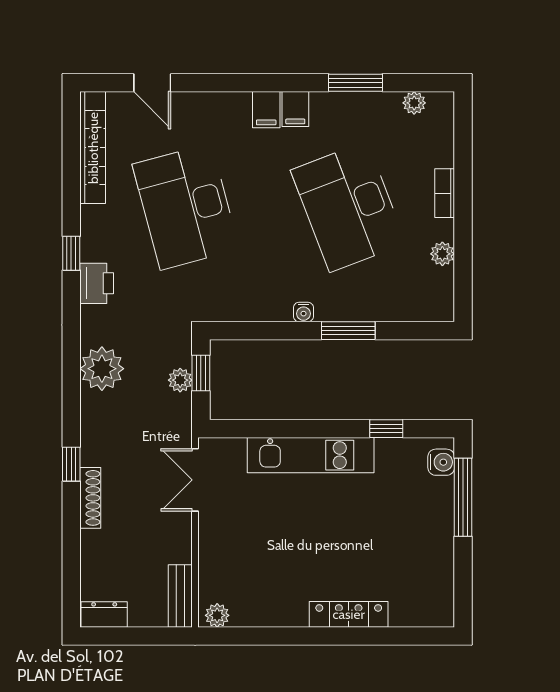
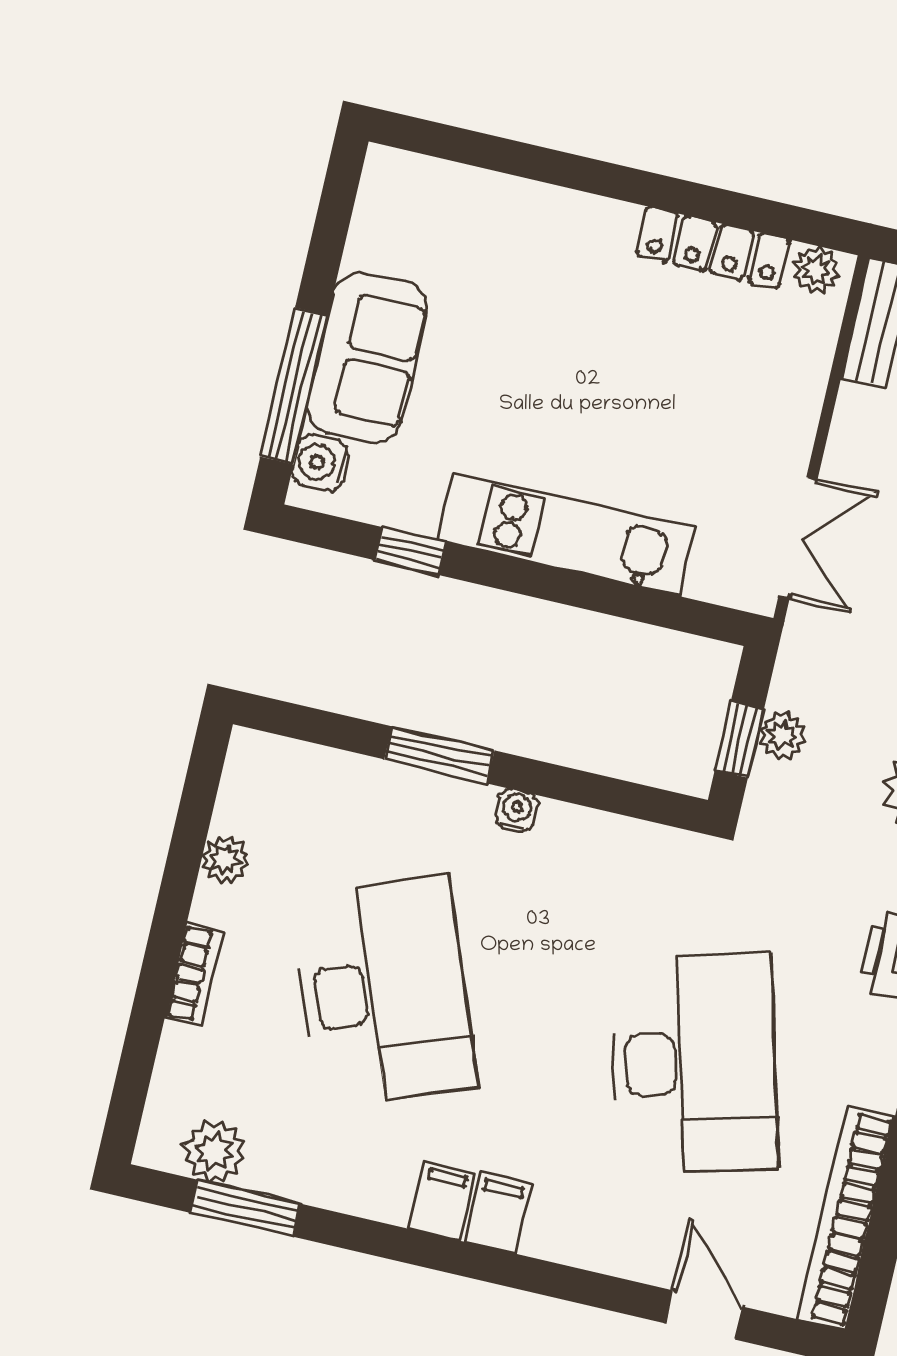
window: (355, 83) -> (245, 1208), moved
plant: (414, 103) -> (214, 1152), width x1.38, depth x1.38
sofa: (430, 520) -> (367, 358), added
locker: (349, 614) -> (713, 248), moved

